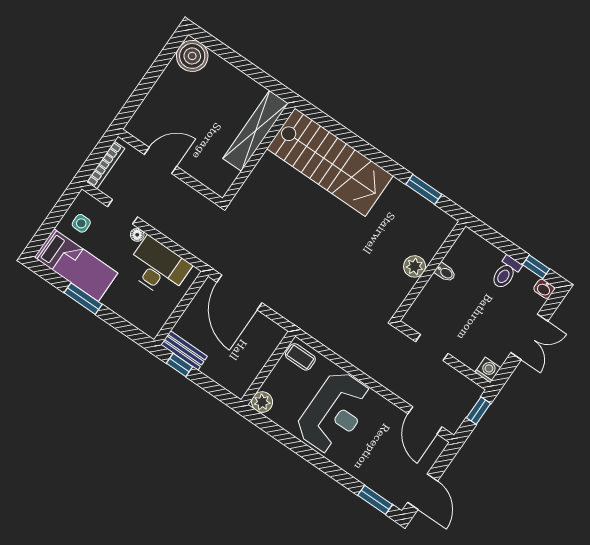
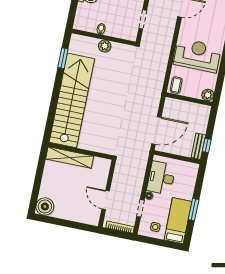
stairs: (330, 162) -> (72, 100), width x1.36

